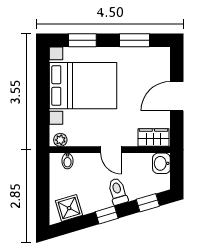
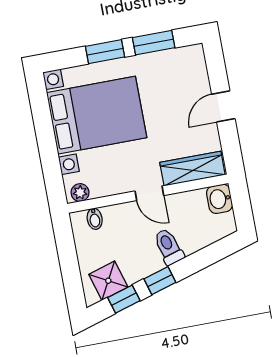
window: (82, 40) -> (105, 52), moved
door: (177, 96) -> (223, 106), width x0.73
wardrobe: (153, 138) -> (192, 169), width x1.50
window: (148, 203) -> (124, 299), moved

